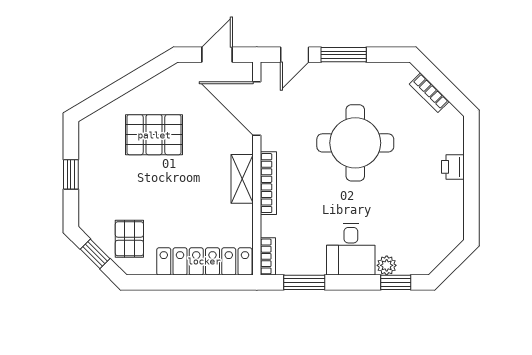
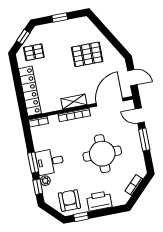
pallet: (154, 135) -> (87, 54), turned 90
printer: (453, 167) -> (99, 201), width x1.87, depth x1.48
window: (471, 209) -> (81, 217), added
armchair: (435, 225) -> (69, 201), added
window: (304, 282) -> (33, 163), moved

